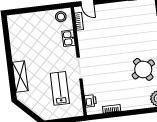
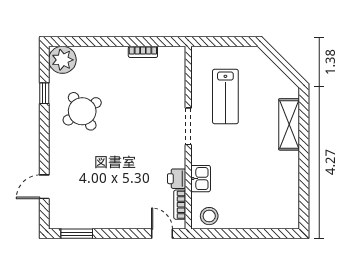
printer: (90, 101) -> (177, 179), moved

